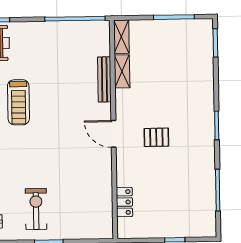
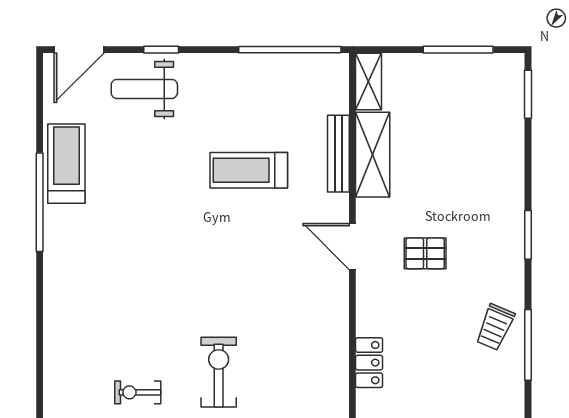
shelving: (122, 71) -> (373, 155), width x1.50, depth x1.33
treadmill: (18, 102) -> (249, 170), moved, turned 90
trolley: (198, 180) -> (495, 327), added

